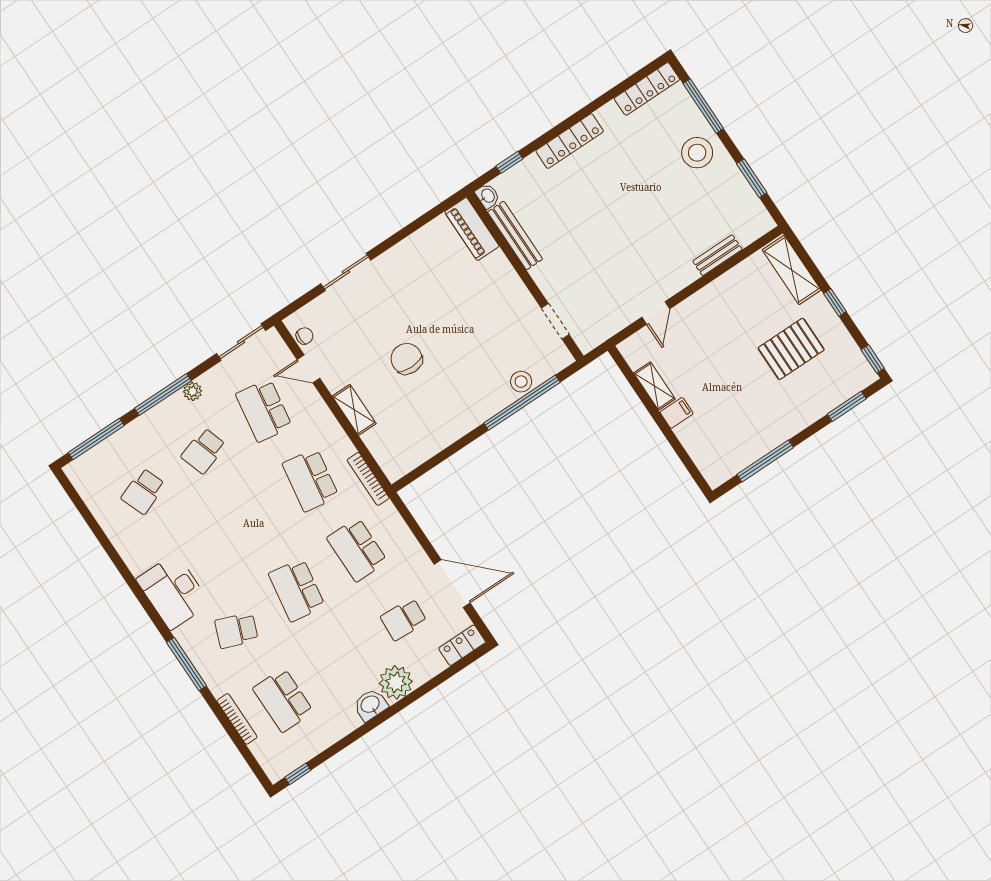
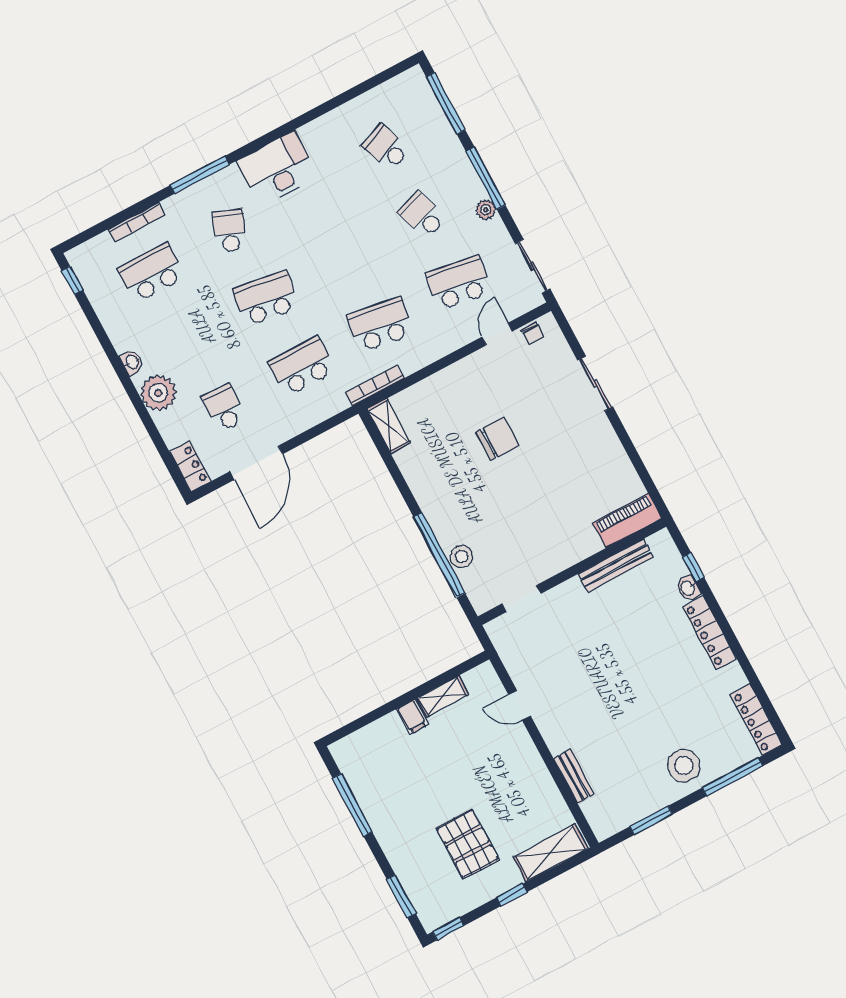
washbasin: (488, 196) -> (688, 588), moved, turned 90
shelving: (354, 410) -> (389, 426), moved, turned 90
washbasin: (370, 705) -> (132, 362), width x0.72, depth x0.69

